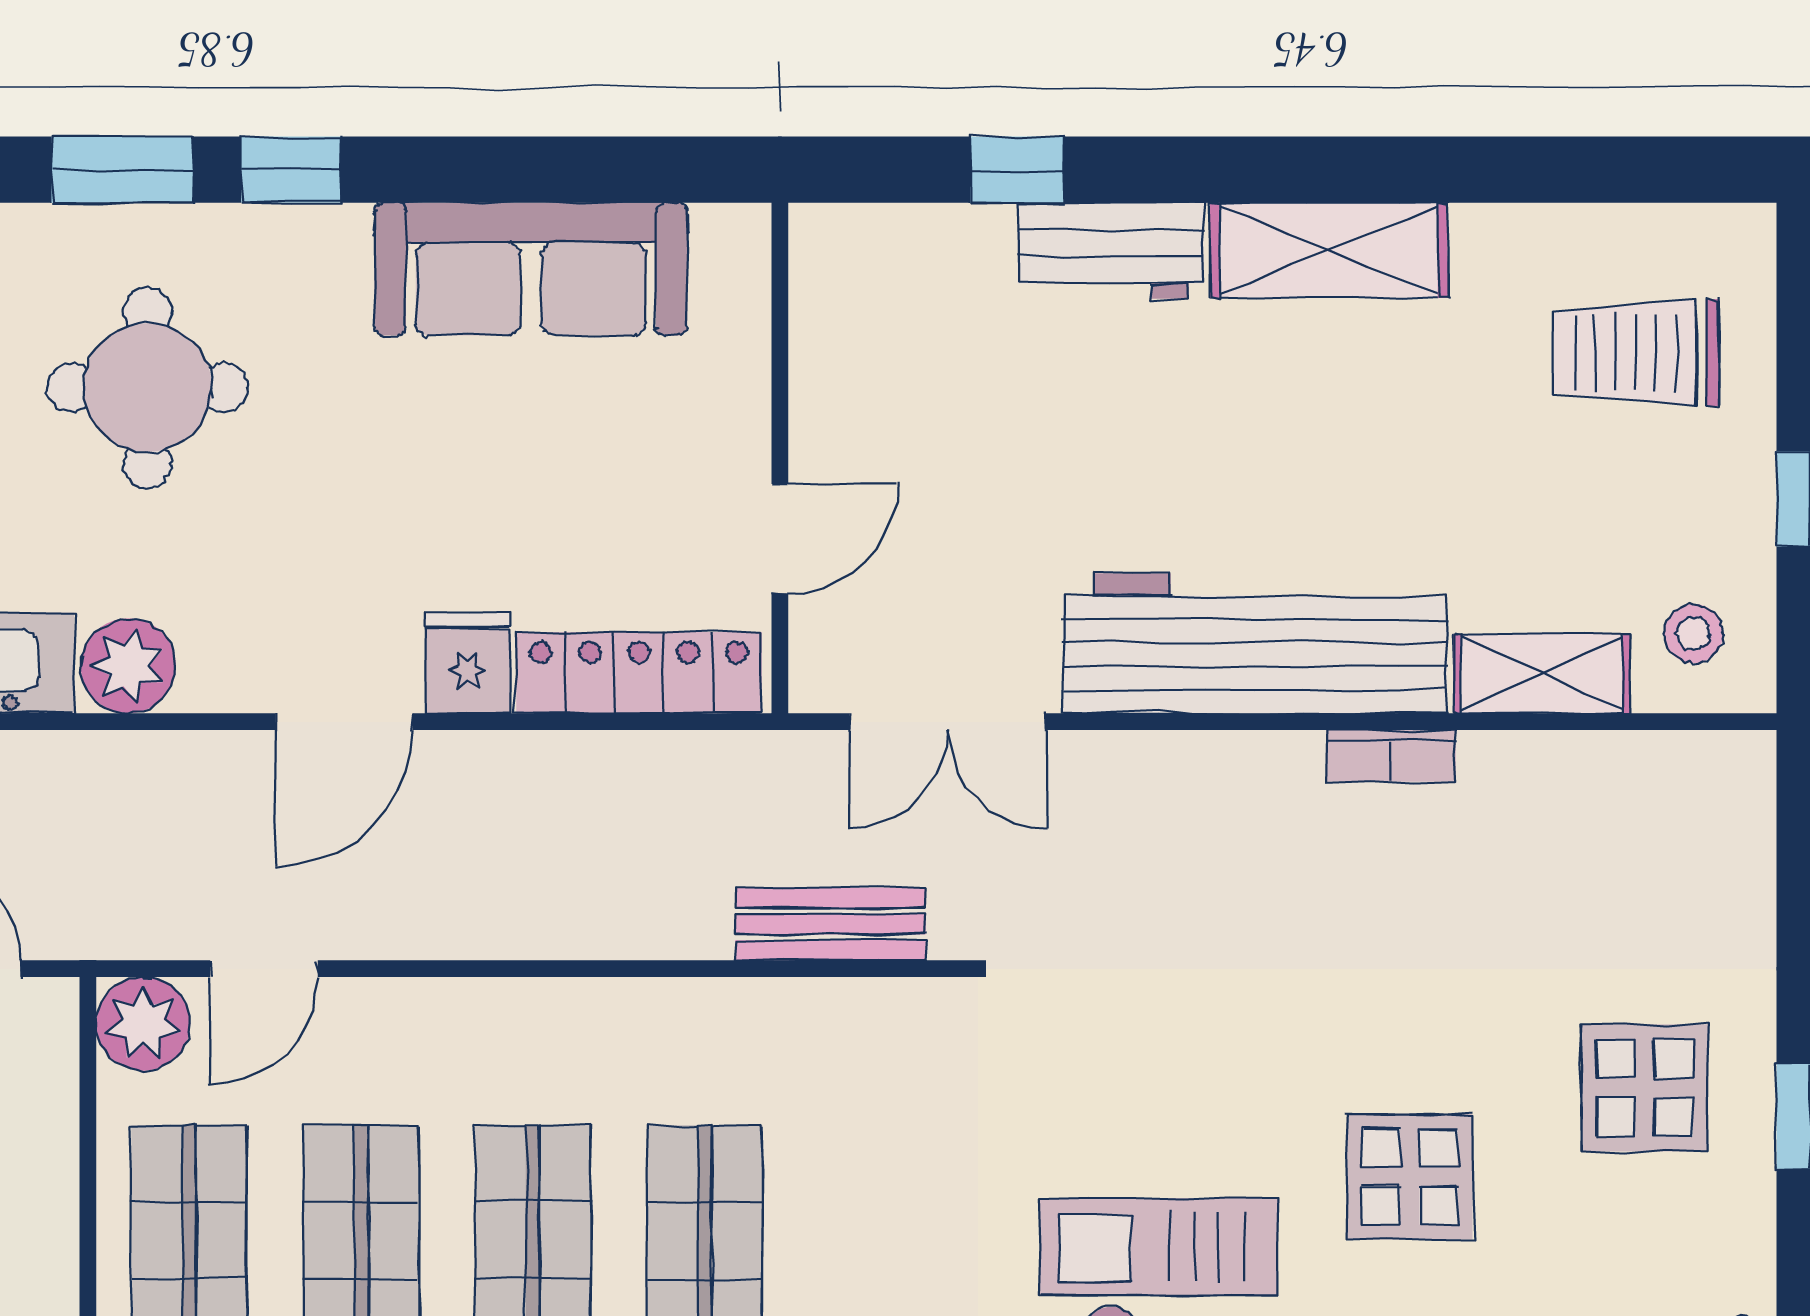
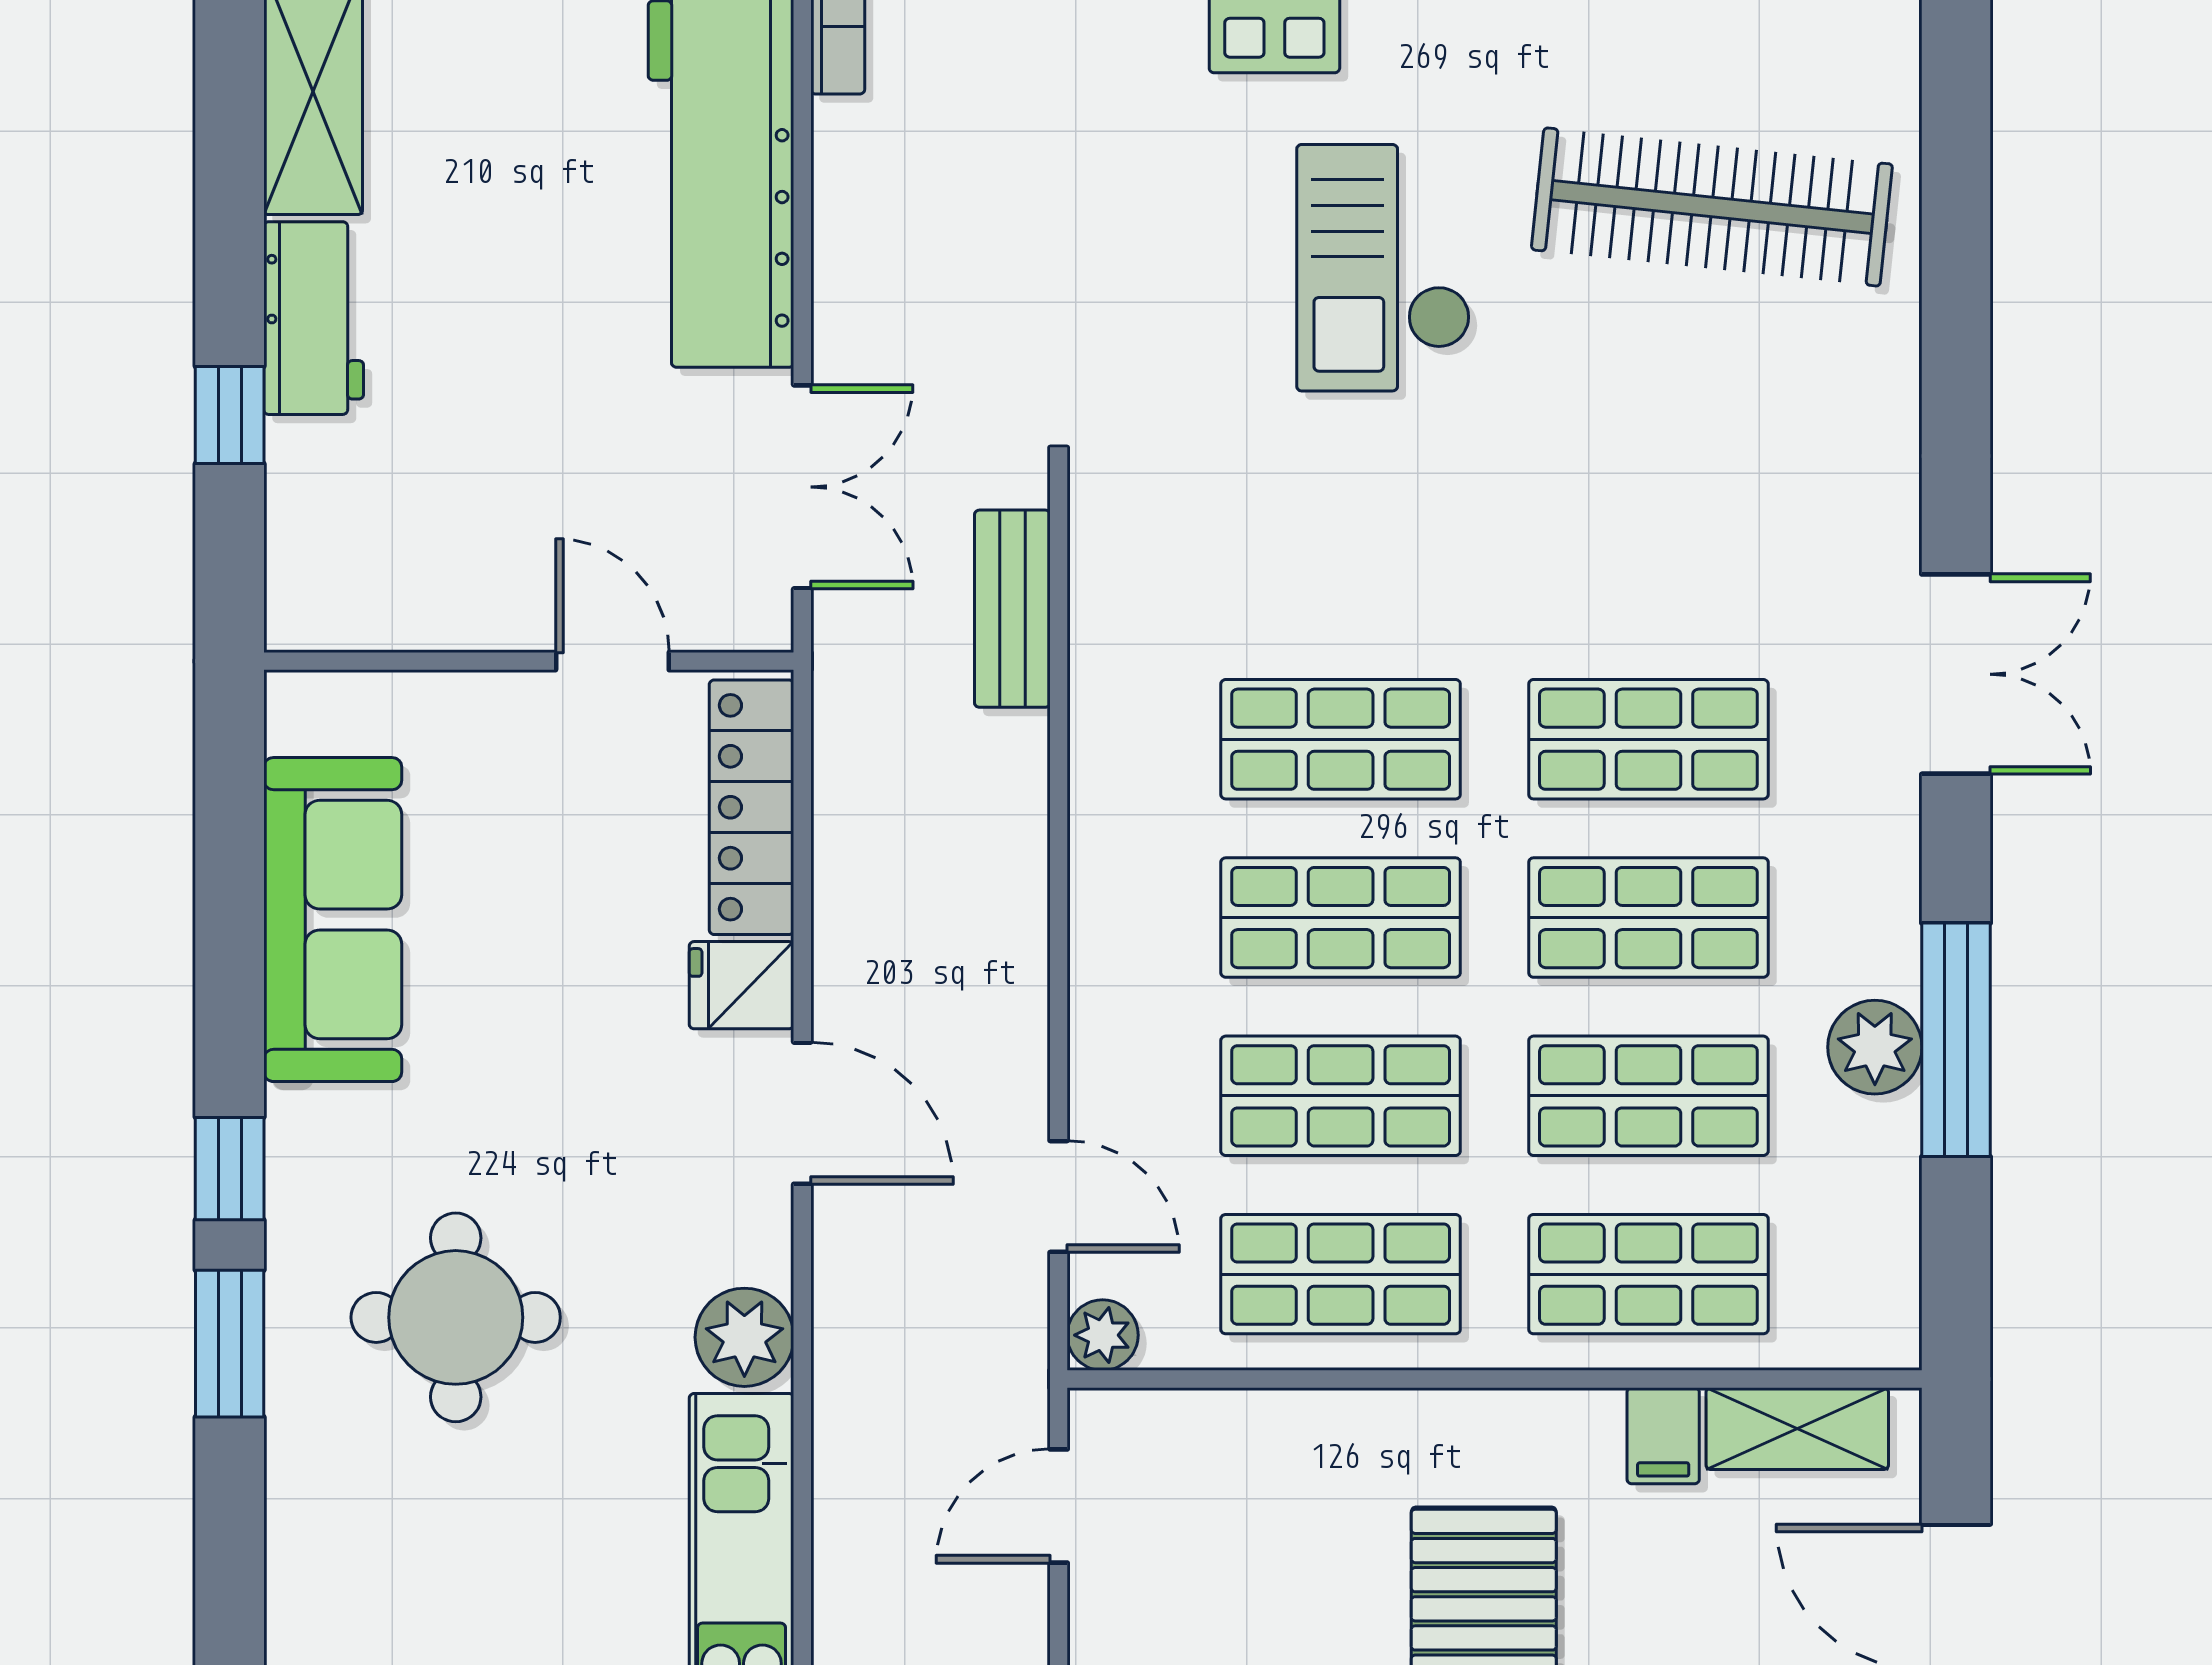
plant: (143, 1024) -> (1103, 1335), width x0.73, depth x0.73

